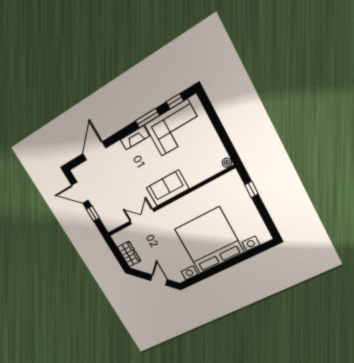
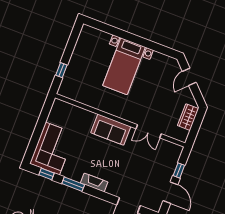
corner sofa: (174, 128) -> (52, 148), moved, turned 90
plant: (227, 163) -> (57, 103), removed
bed with nightstands: (209, 241) -> (124, 66), width x0.54

